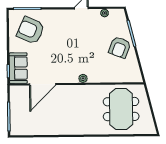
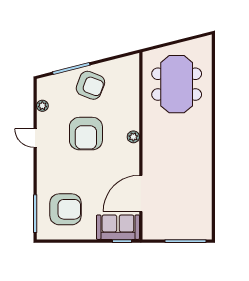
armchair: (31, 30) -> (65, 209), turned -114
armchair: (85, 44) -> (86, 134), added
door: (43, 84) -> (141, 193), swing flipped
meeting table: (121, 109) -> (177, 84), turned 90

